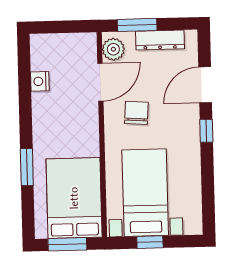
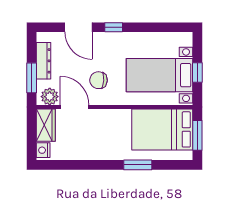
wardrobe: (76, 45) -> (46, 125), added
nightstand: (40, 81) -> (43, 150), moved, turned 90

